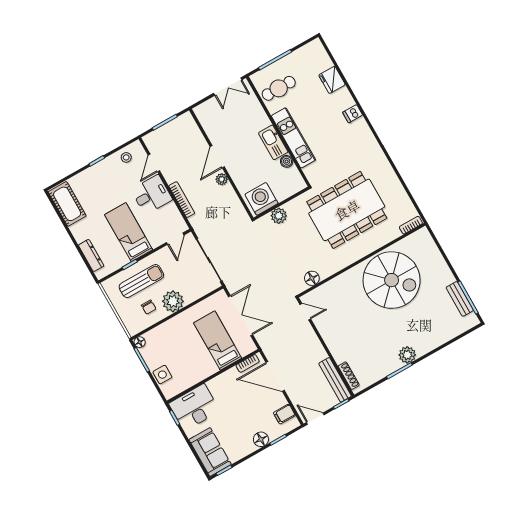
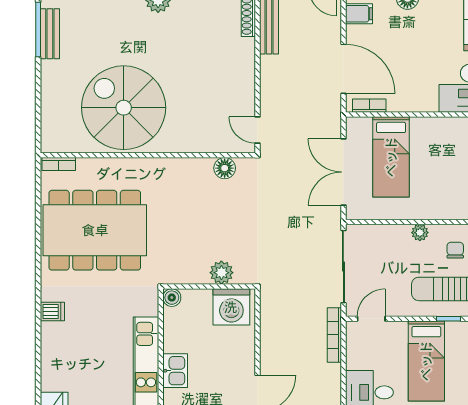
dishwasher: (353, 114) -> (52, 312), moved
kitchen sink: (273, 142) -> (175, 371), width x0.73
boiler: (287, 161) -> (172, 298), moved
plant: (222, 179) -> (268, 361), removed
bookcase: (182, 200) -> (334, 335), moved
dining table: (347, 210) -> (95, 230), moved
plant: (173, 301) -> (420, 233), width x0.53, depth x0.53

